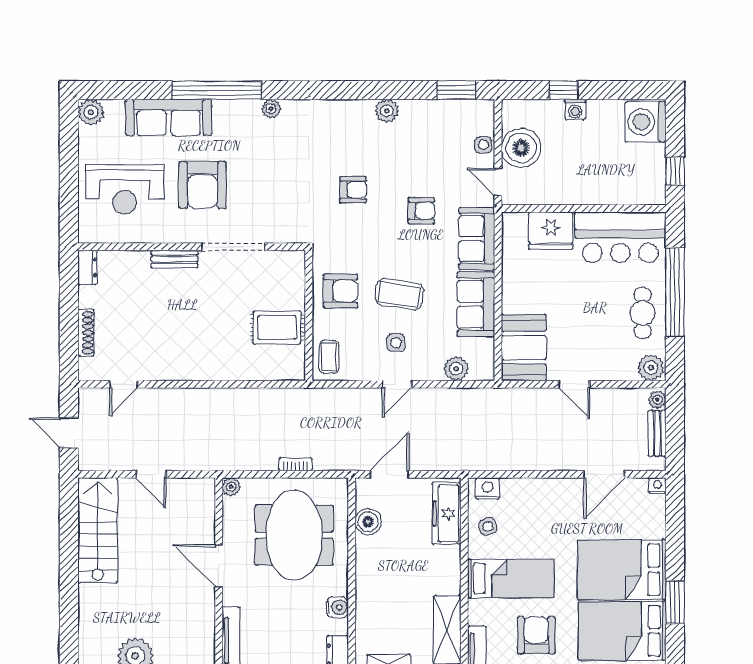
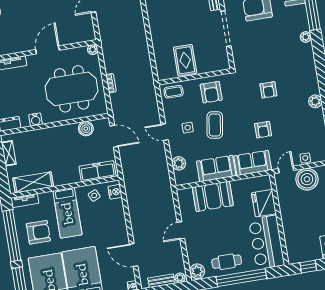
booth: (524, 348) -> (213, 196), moved

